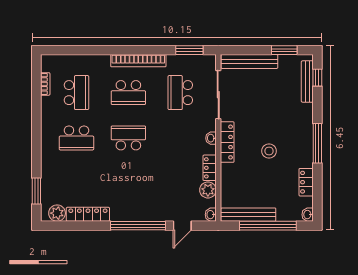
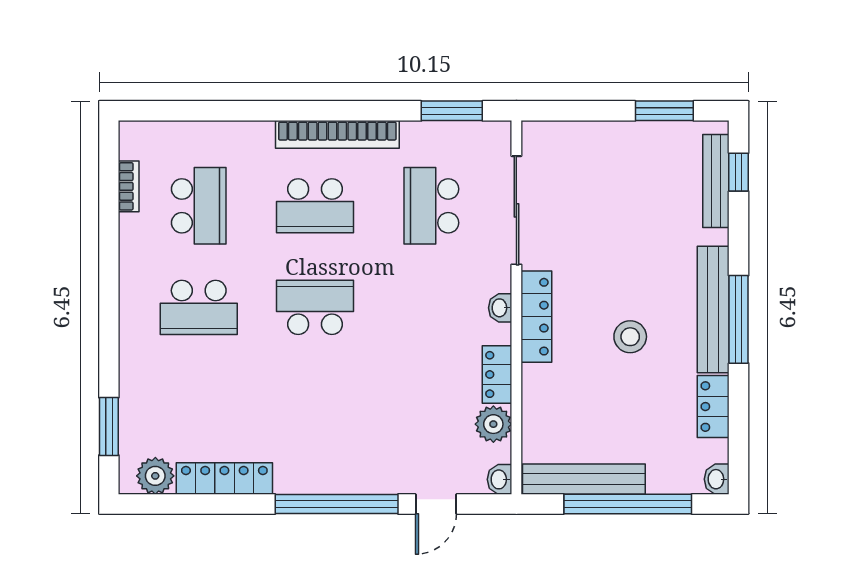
bench: (249, 62) -> (713, 310), moved, turned 90

